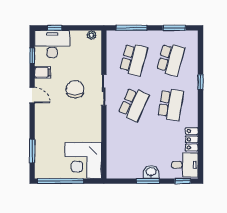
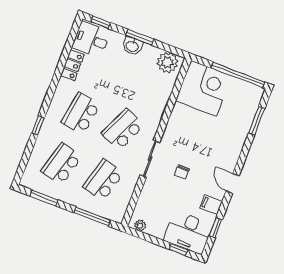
chair: (75, 89) -> (182, 172), width x0.54, depth x0.54
plant: (119, 170) -> (167, 62), added

